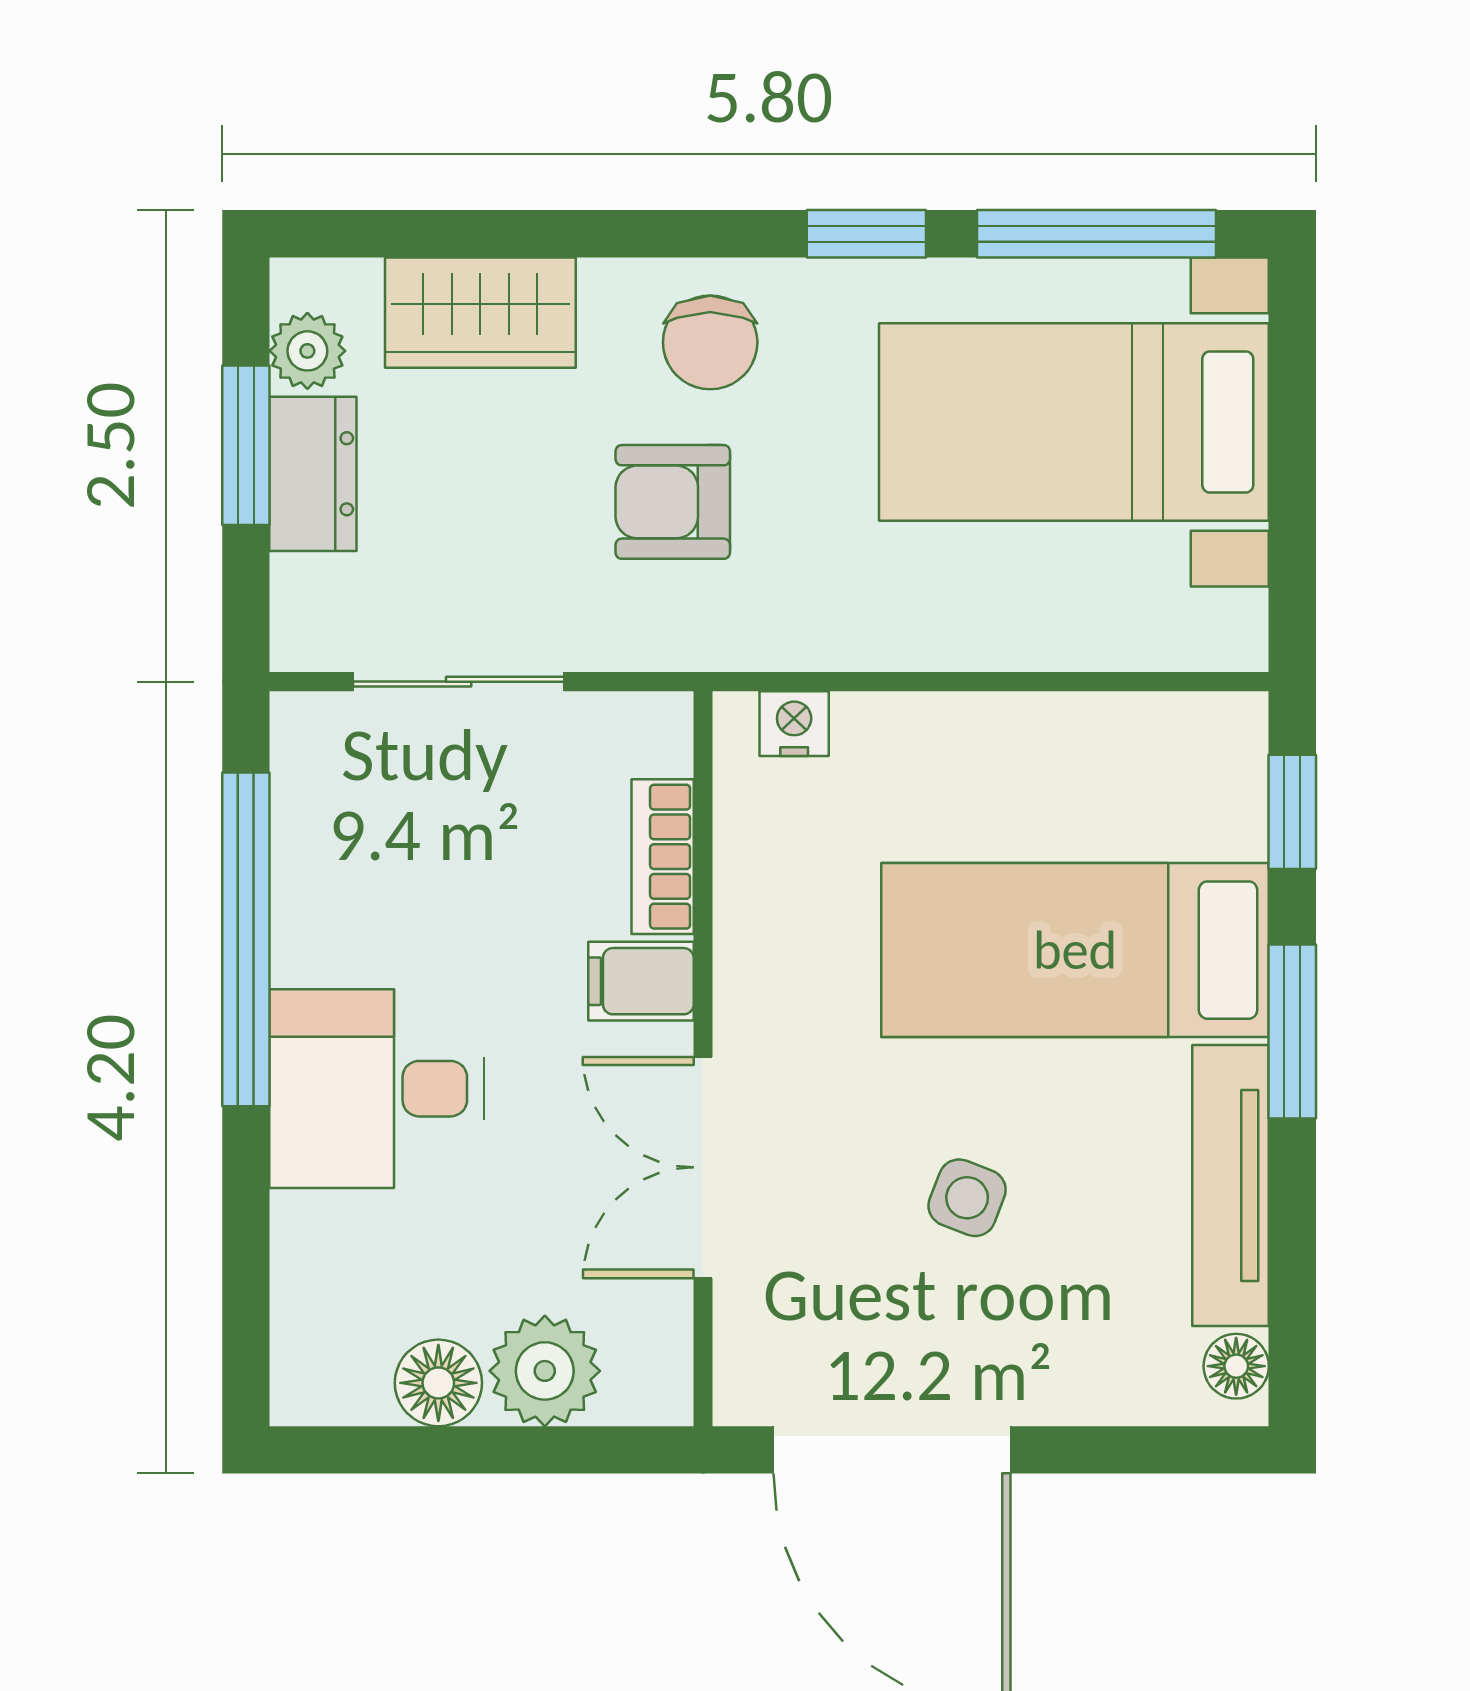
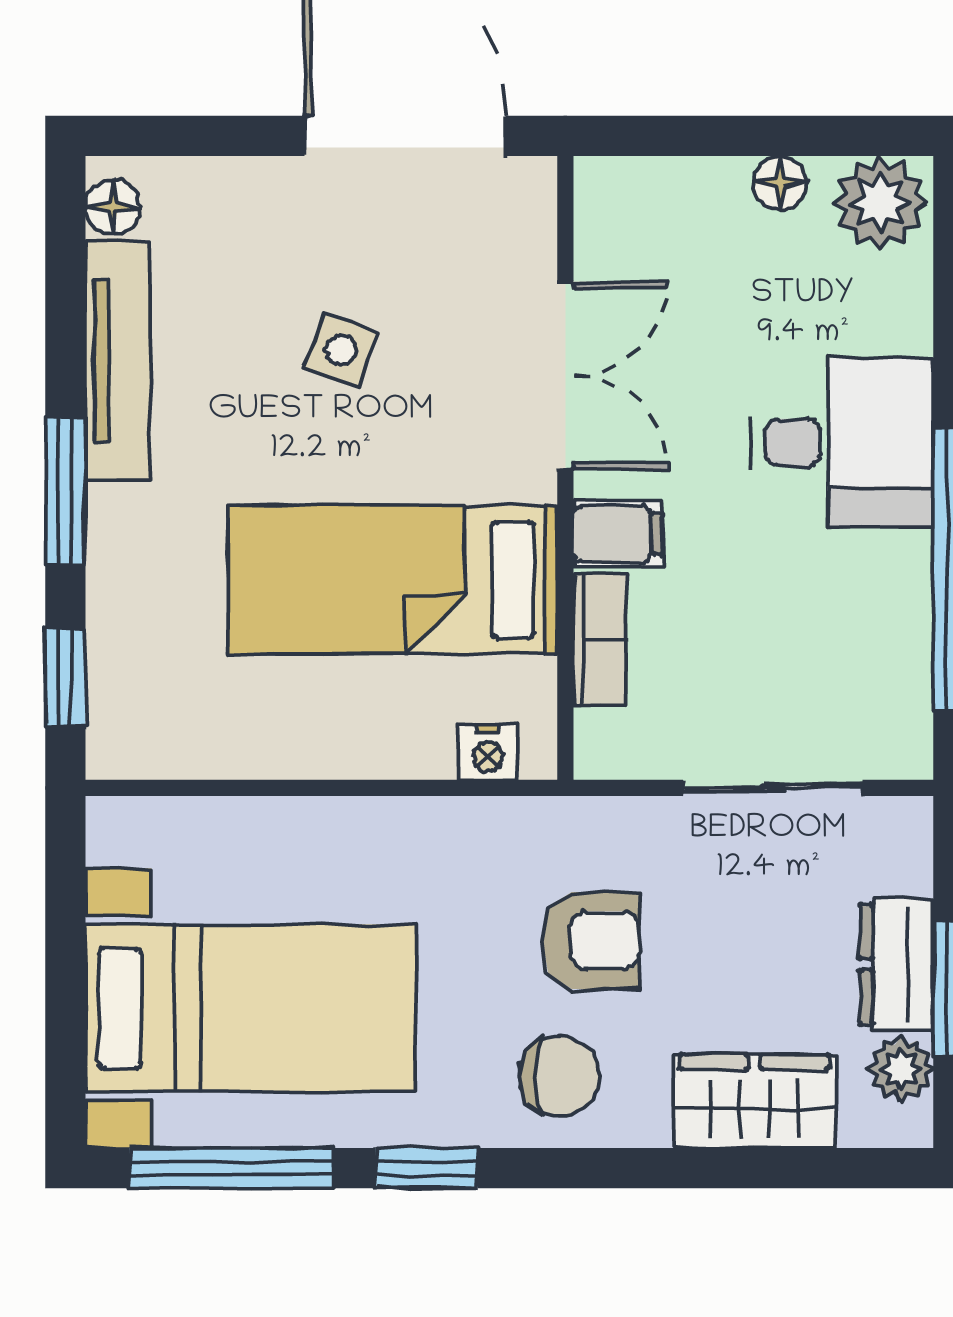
chair: (710, 342) -> (559, 1076), turned 90
bed: (1075, 950) -> (393, 580), moved, turned 180
plant: (545, 1371) -> (880, 203), moved
floor lamp: (438, 1383) -> (780, 183), width x0.73, depth x0.73

